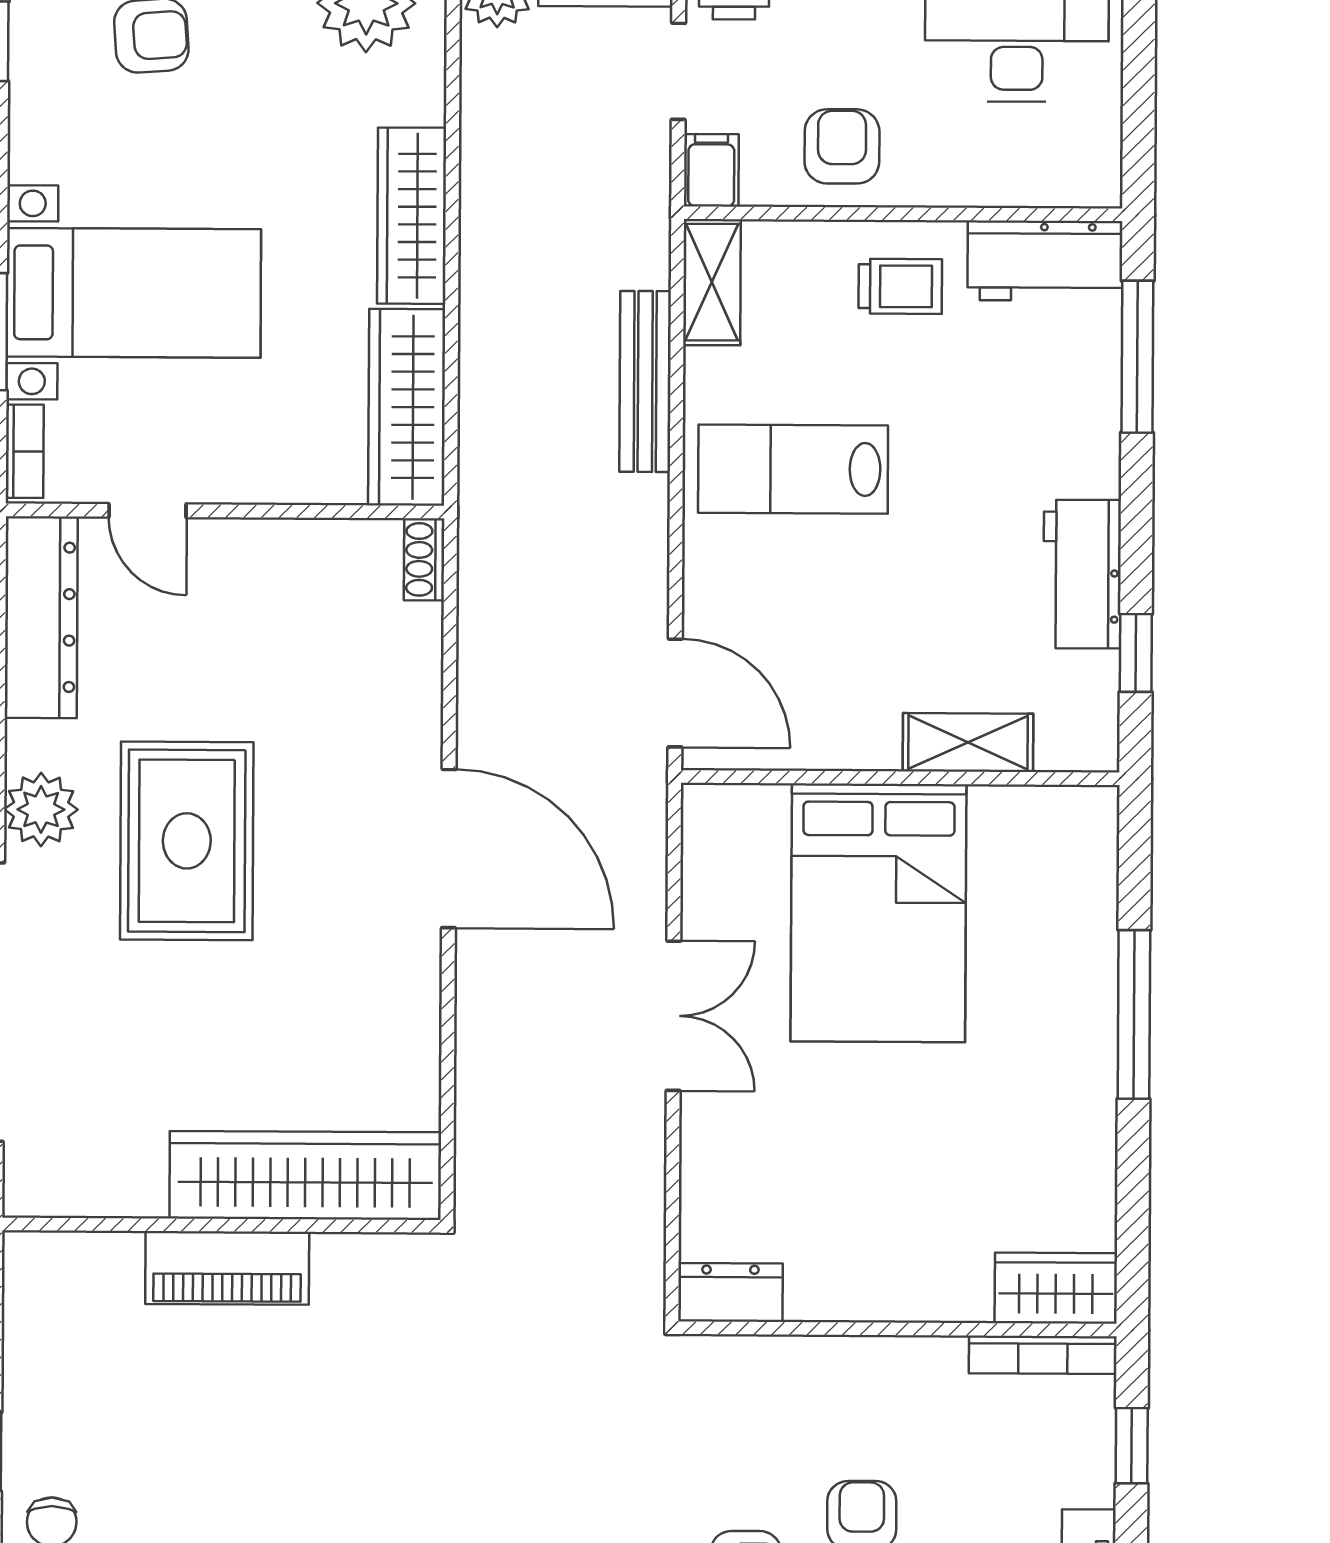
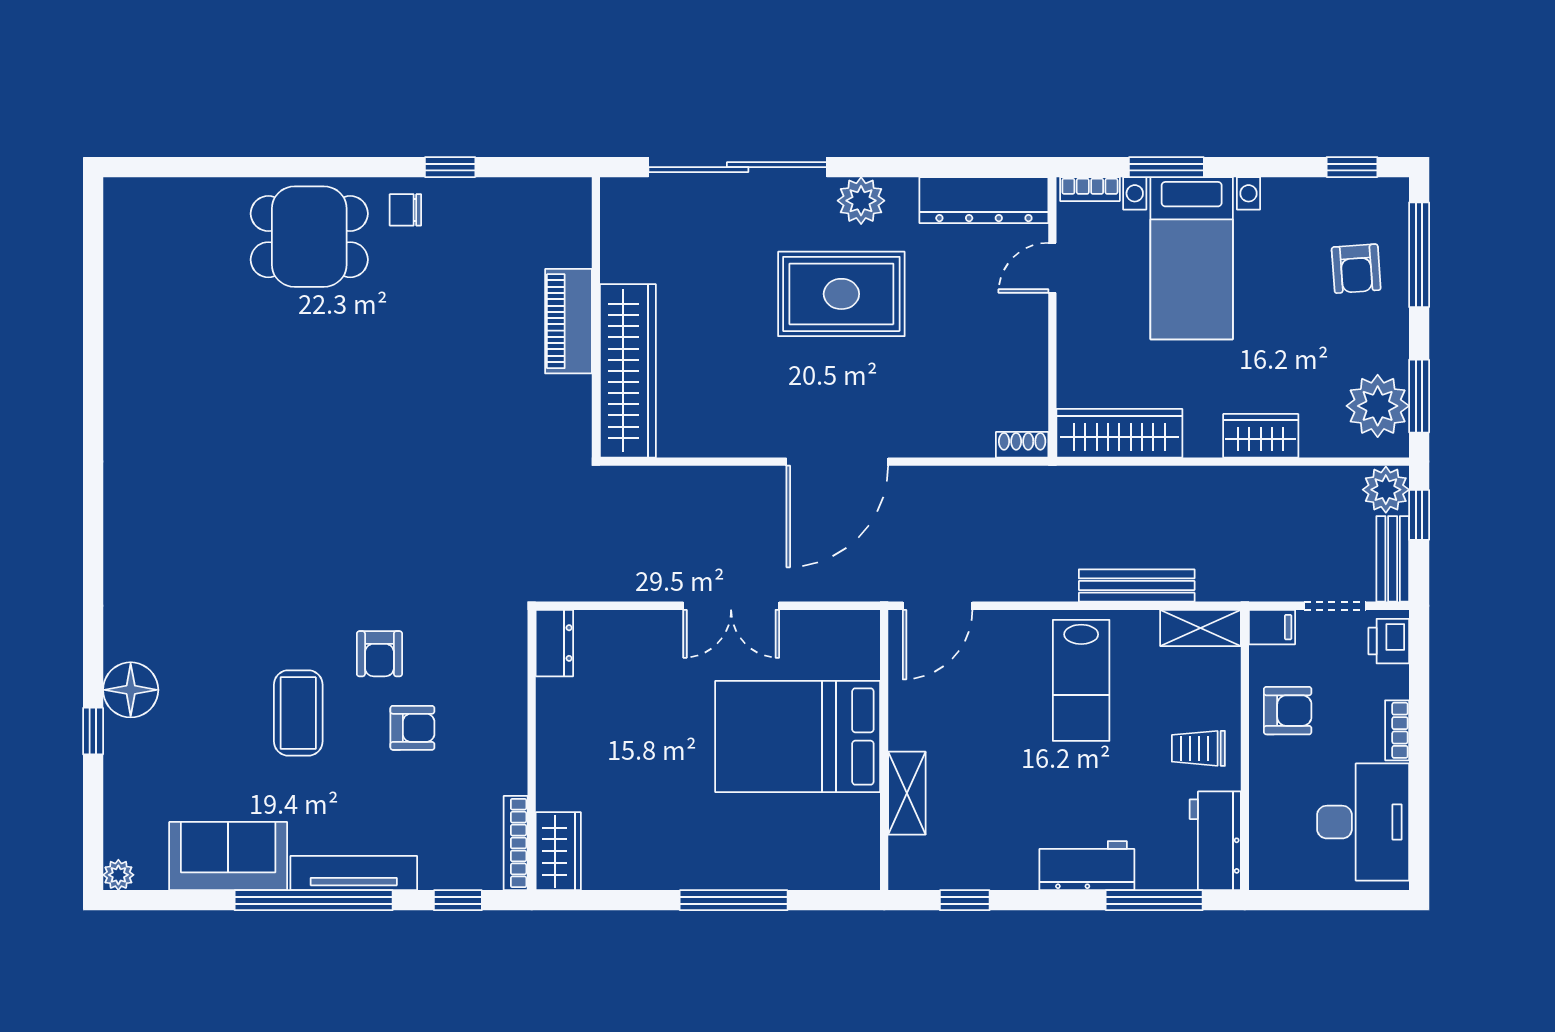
wardrobe: (412, 216) -> (1261, 436), width x0.67
trolley: (900, 286) -> (1198, 748), turned 90
lab bench: (793, 469) -> (1081, 680), turned 180
workbench: (1082, 574) -> (1087, 866), moved

